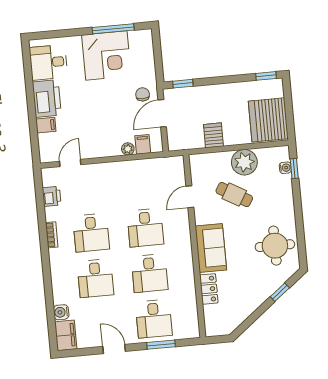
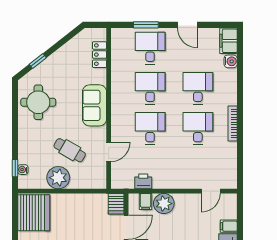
server rack: (213, 135) -> (116, 204), moved
plant: (128, 149) -> (164, 204), width x1.88, depth x1.88
printer: (52, 196) -> (143, 181), moved, turned 90
bookcase: (52, 235) -> (233, 124), width x1.56
locker: (209, 289) -> (100, 55), moved

